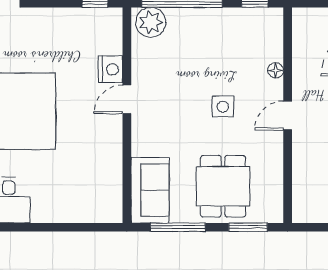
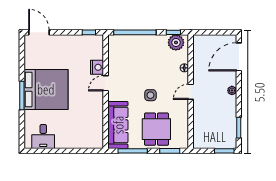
plant: (151, 22) -> (176, 42), moved
side table: (223, 107) -> (150, 95), moved
sofa: (150, 190) -> (118, 125), width x1.36

